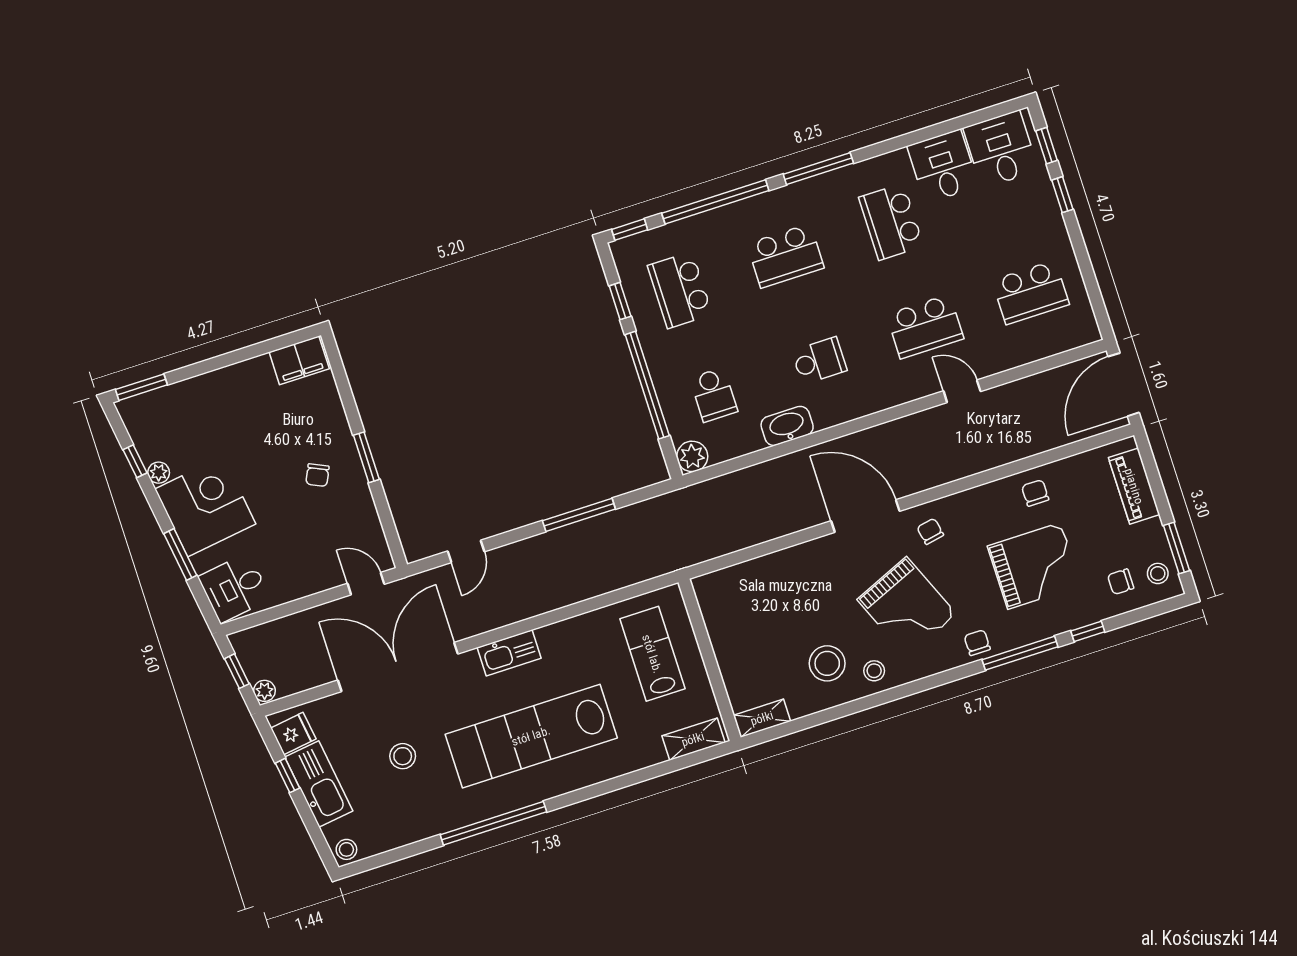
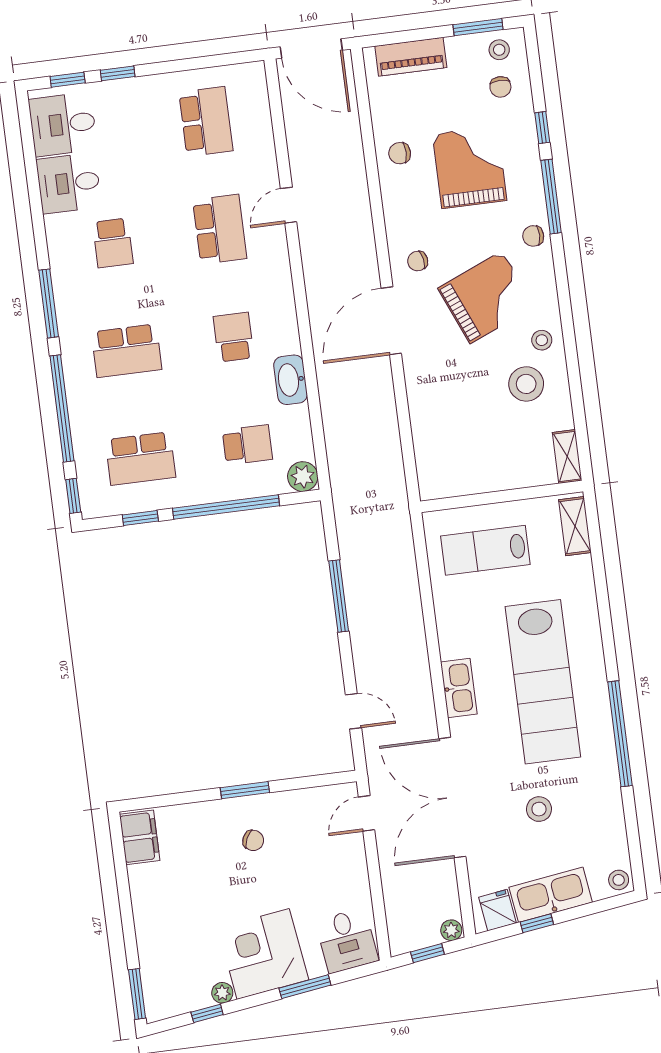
school desk: (891, 222) -> (113, 243), width x0.54
school desk: (785, 256) -> (127, 351), turned 90

